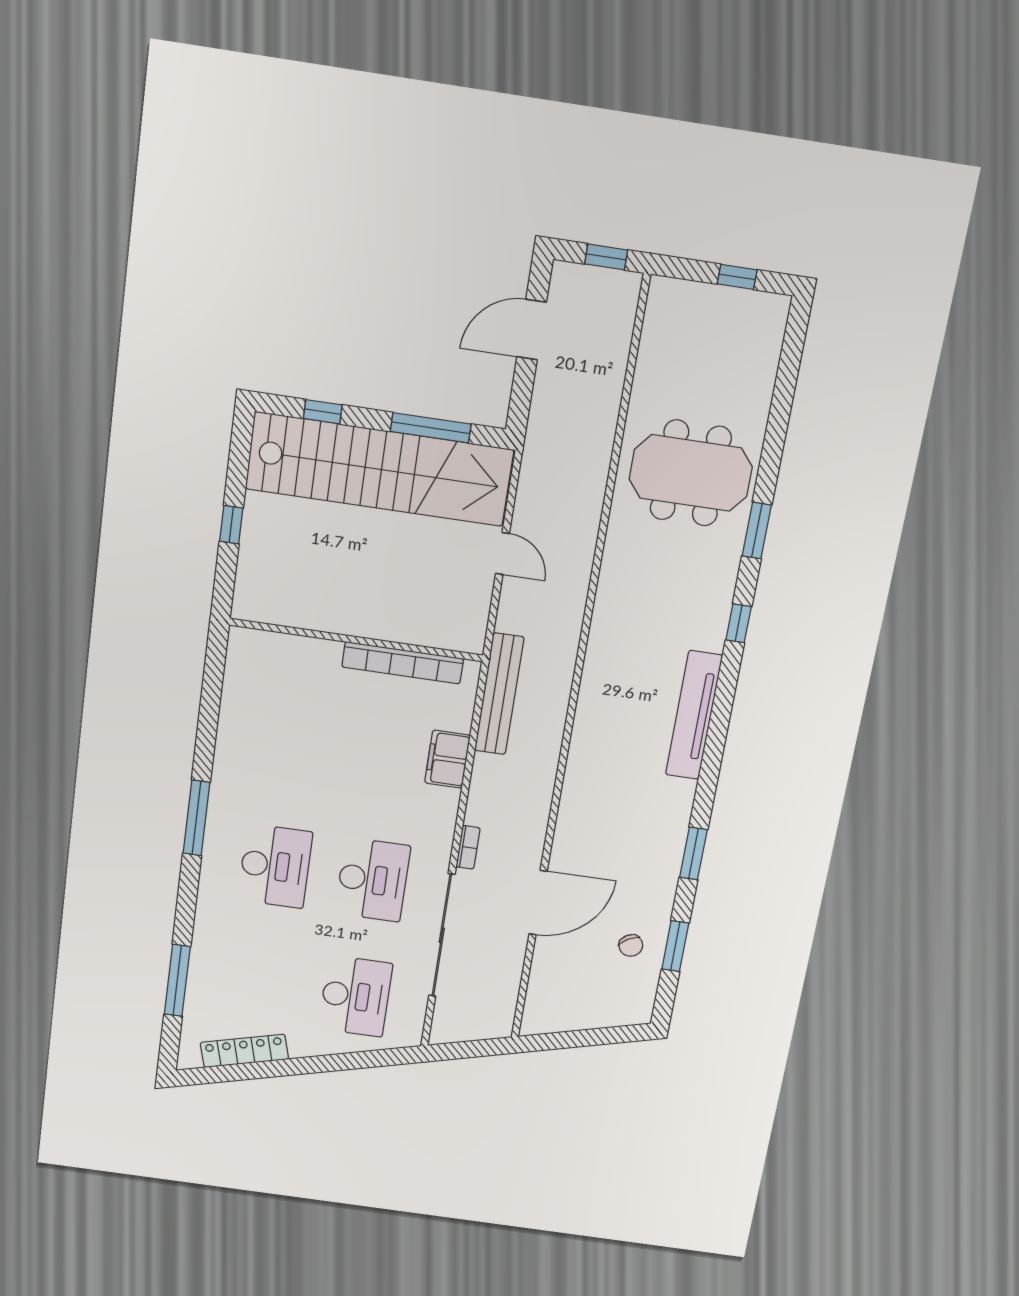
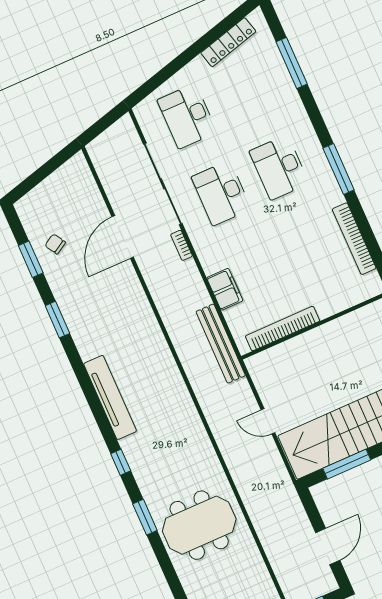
bookcase: (231, 719) -> (354, 239), added

